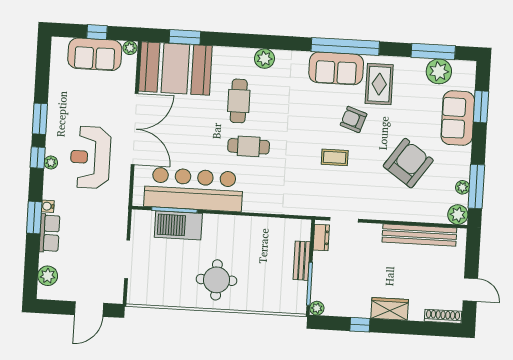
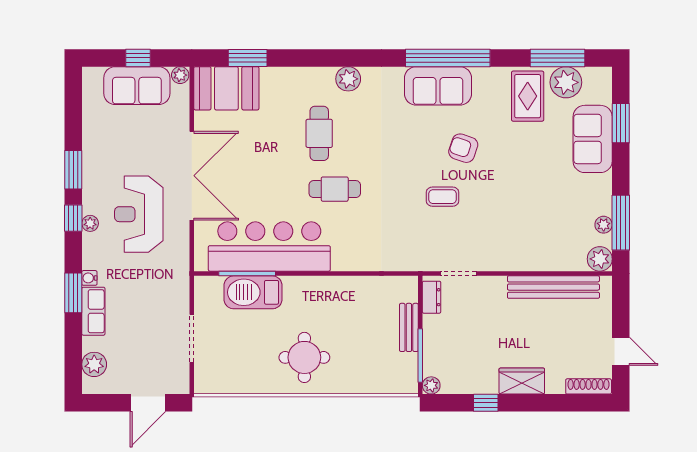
booth: (175, 68) -> (226, 88), width x0.73, depth x0.70
rug: (379, 84) -> (528, 96), moved
armchair: (408, 163) -> (534, 198), removed

